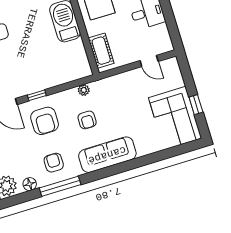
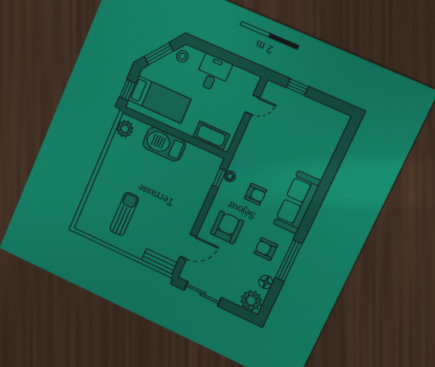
window: (37, 95) -> (219, 178), moved
window: (196, 105) -> (297, 87), moved
corner sofa: (175, 118) -> (316, 123), removed
armchair: (45, 121) -> (227, 227), turned -90

